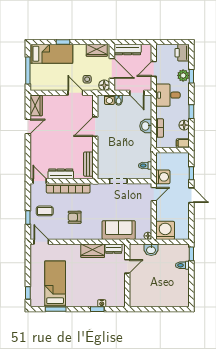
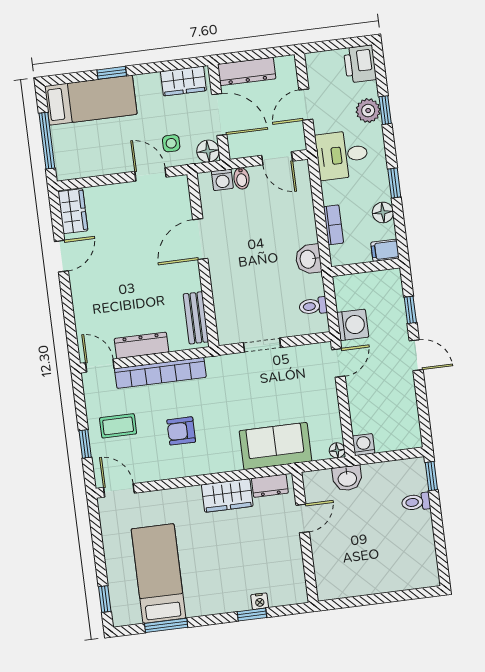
washbasin: (146, 126) -> (308, 259), moved
washing machine: (165, 230) -> (364, 445), width x0.53, depth x0.53

